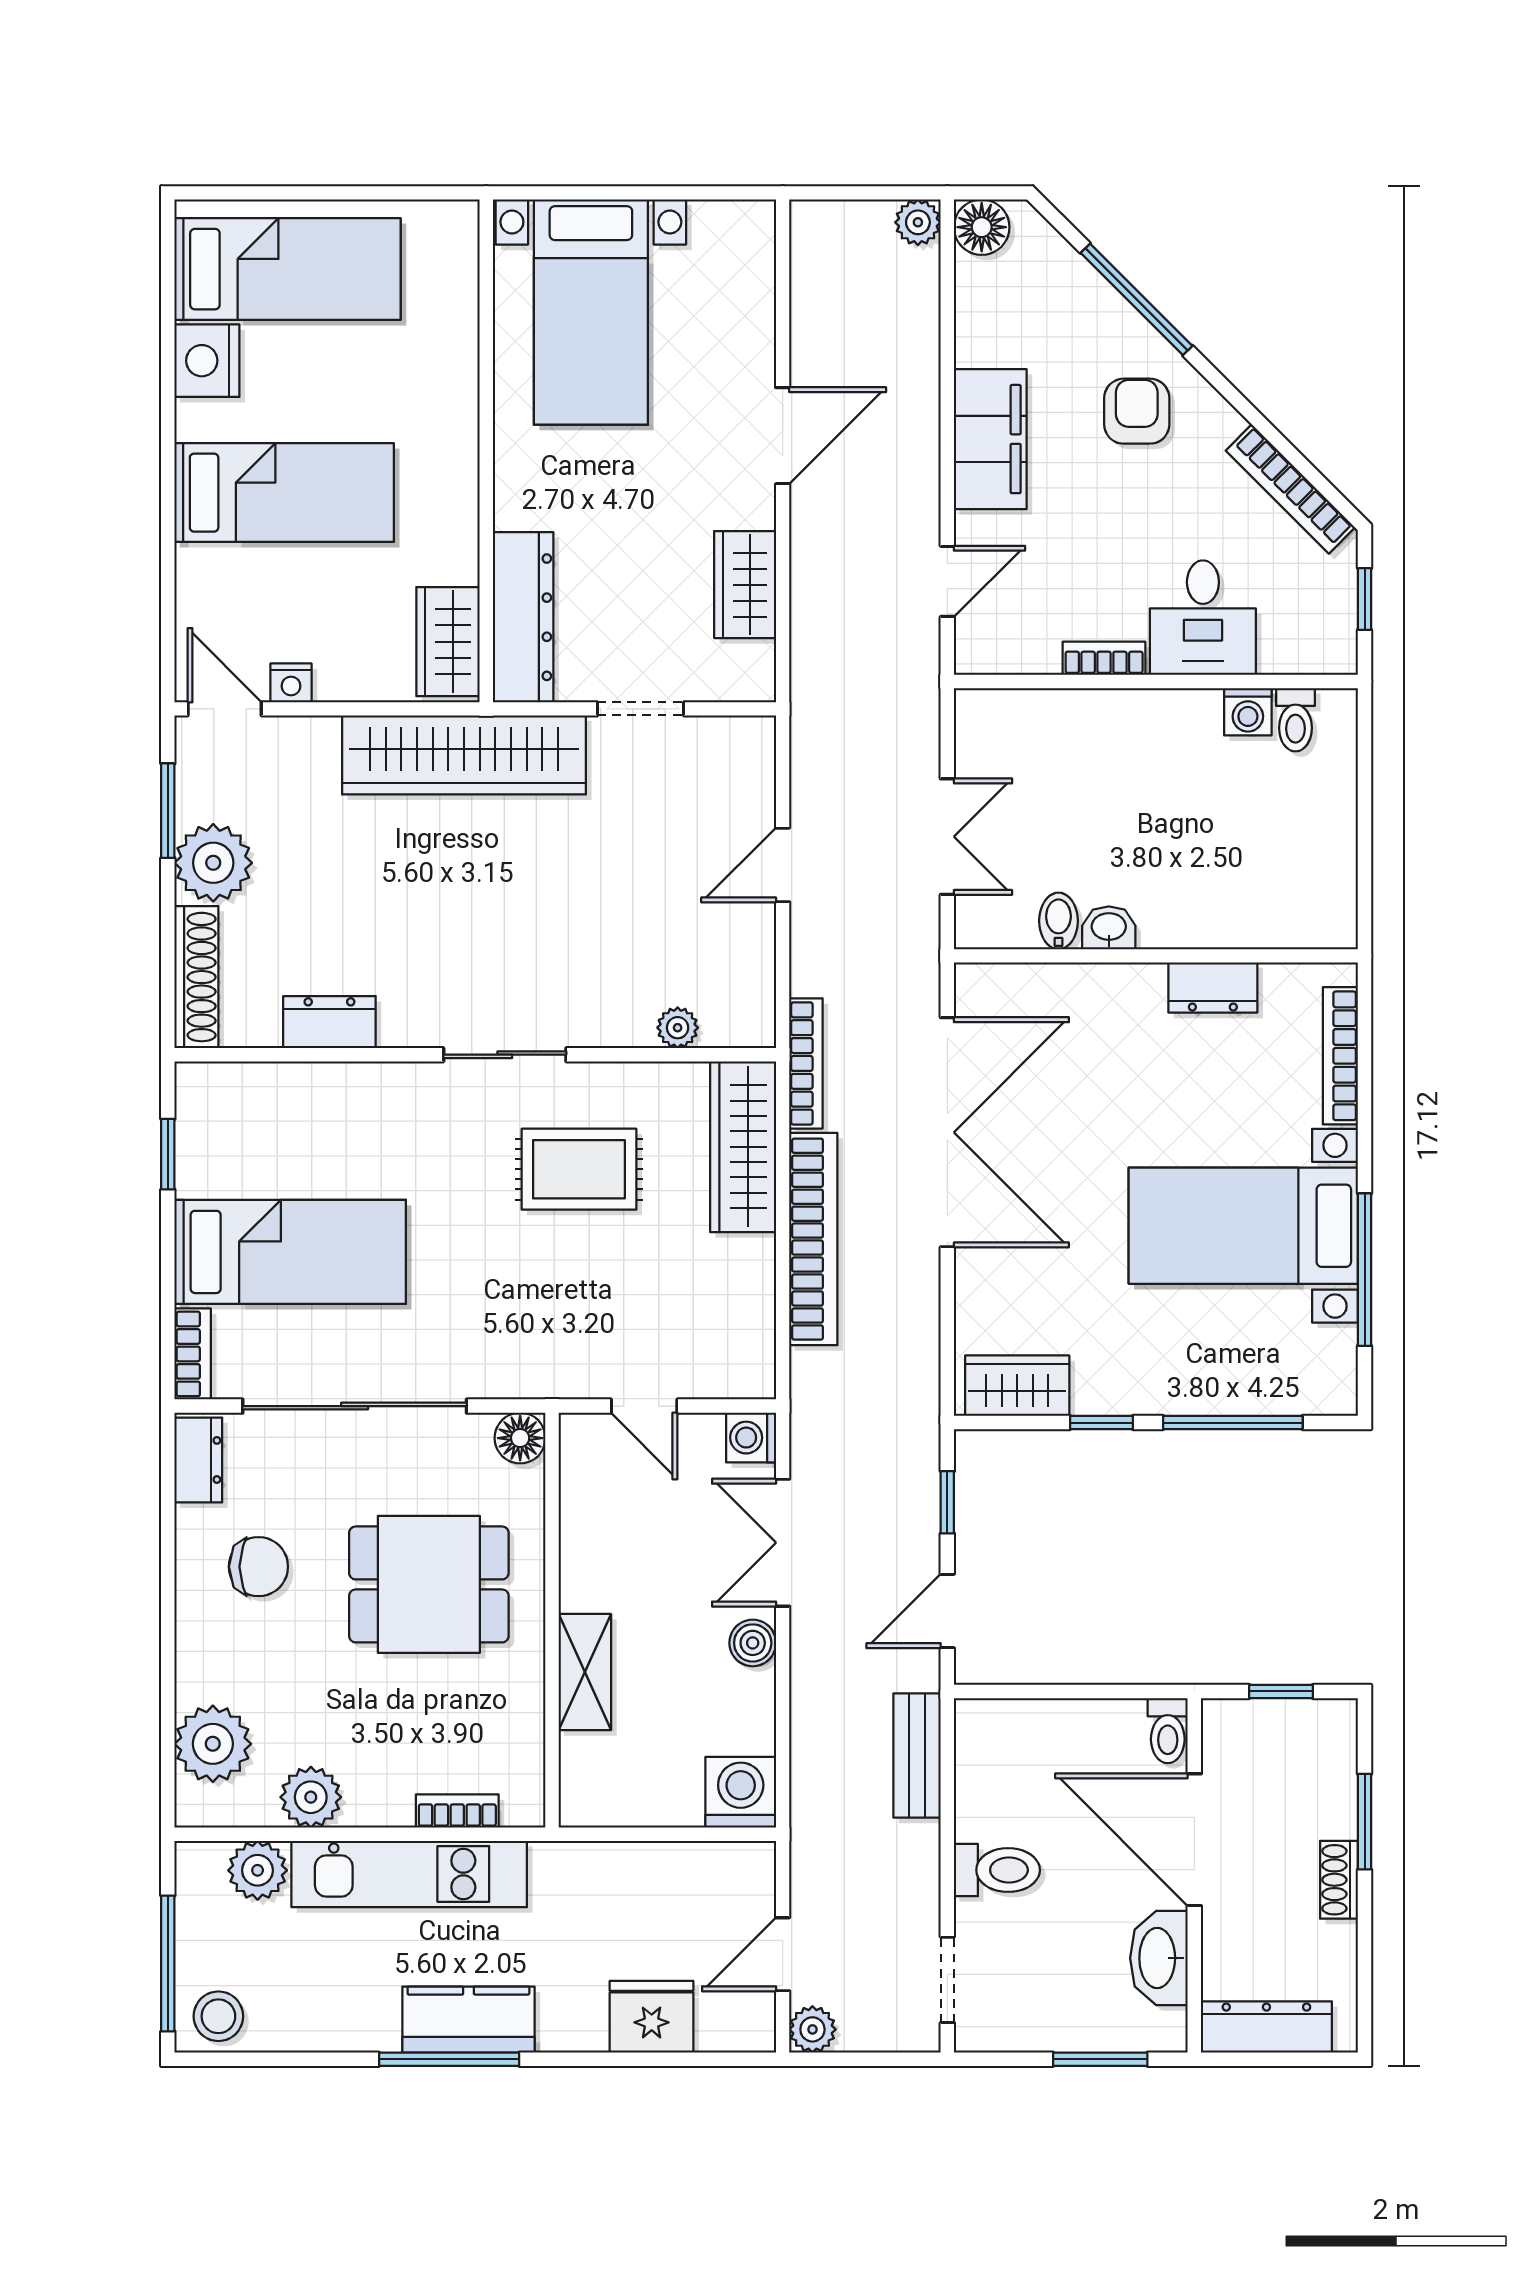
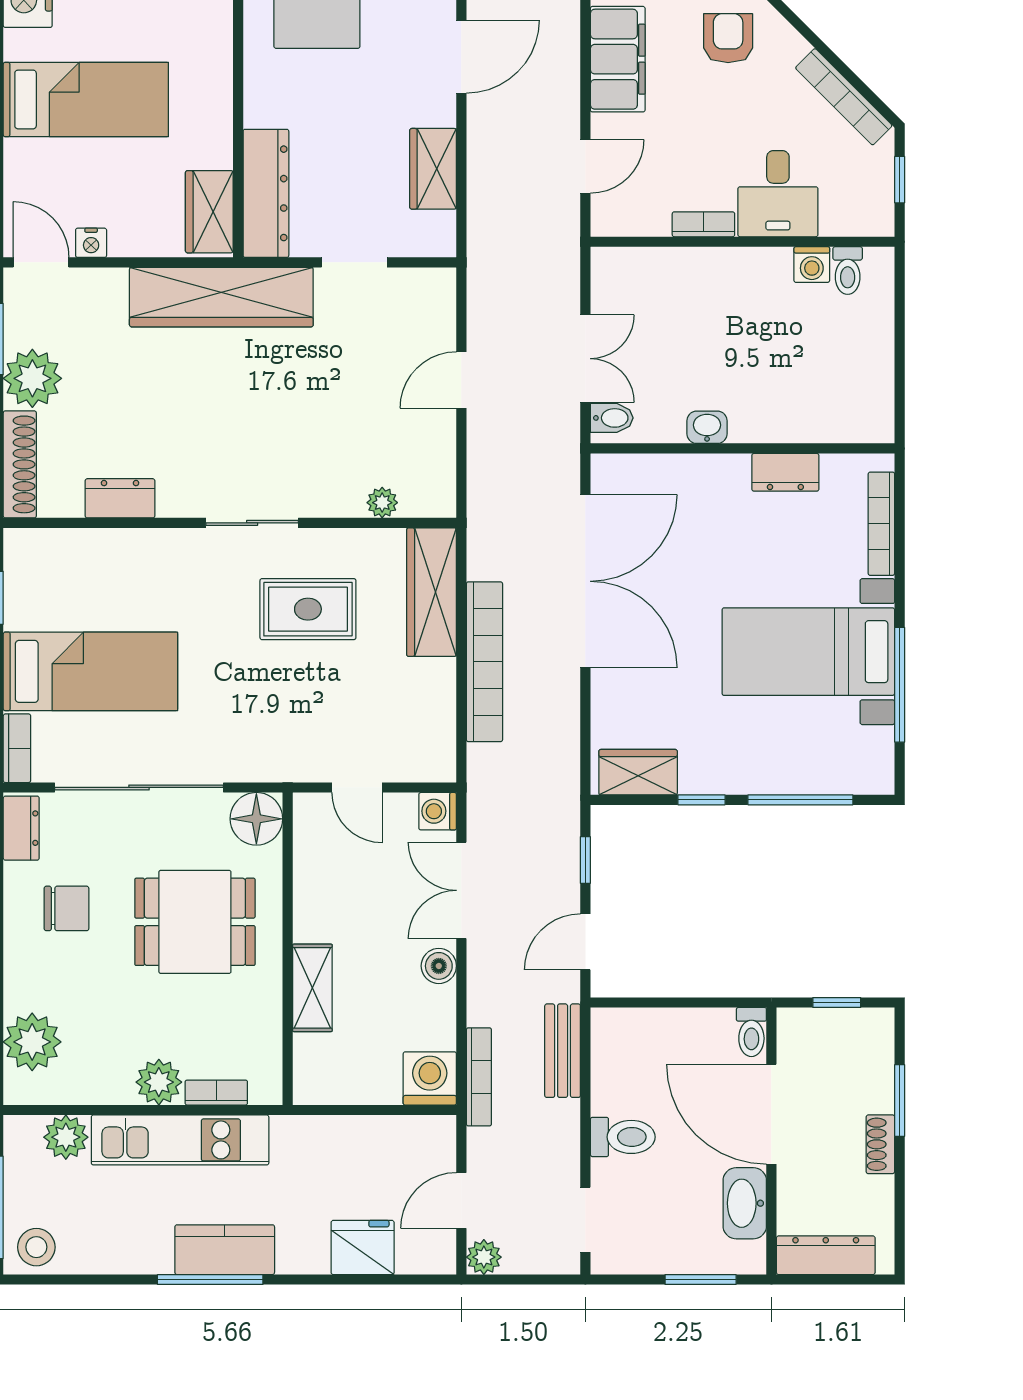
bidet: (1058, 921) -> (612, 418), moved, turned 90
bookcase: (806, 1063) -> (479, 1077), moved
floor lamp: (520, 1438) -> (256, 819), width x1.38, depth x1.38
plant: (311, 1797) -> (159, 1082), moved

